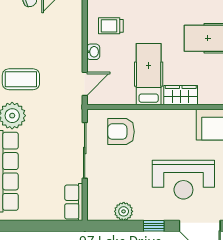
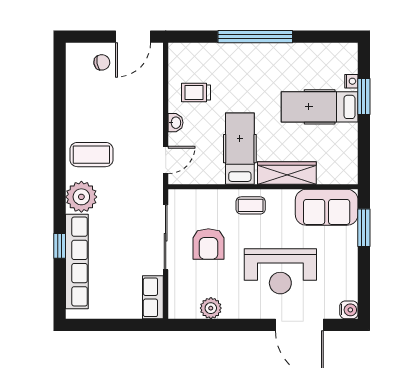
wardrobe: (181, 95) -> (287, 173), width x1.50
coffee table: (158, 123) -> (251, 205), added
armchair: (121, 132) -> (208, 244), moved, turned -90
window: (154, 226) -> (246, 325), removed

